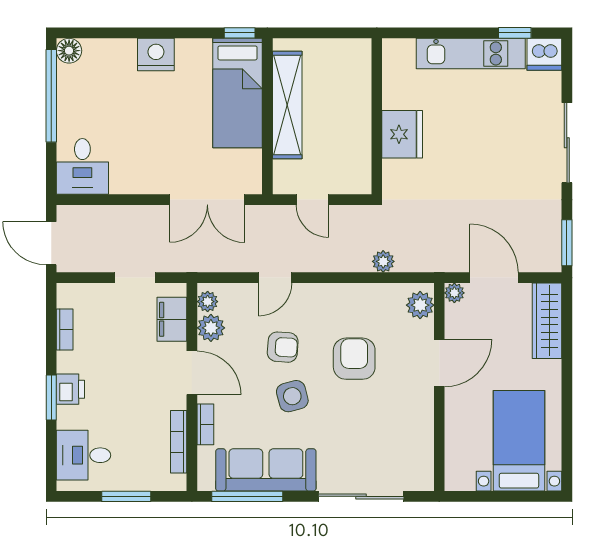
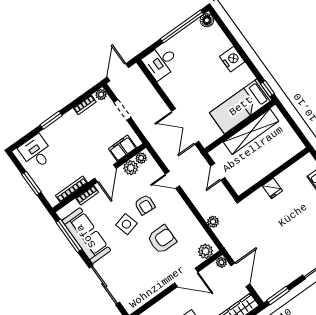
fridge: (402, 134) -> (272, 188), width x0.53, depth x0.75
doorway: (135, 278) -> (122, 110), moved
plant: (67, 293) -> (101, 95), added
printer: (70, 389) -> (61, 126), removed

